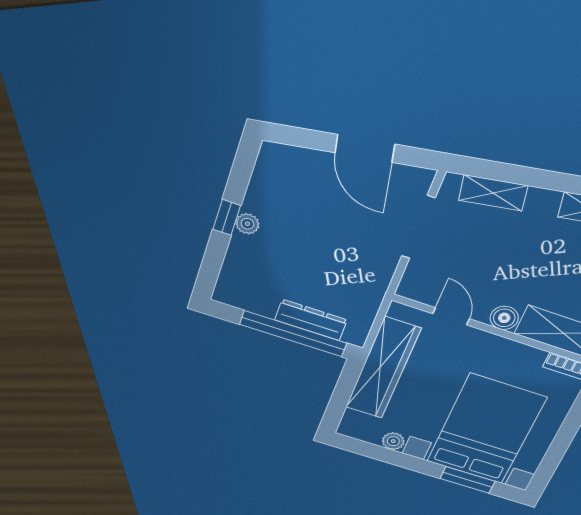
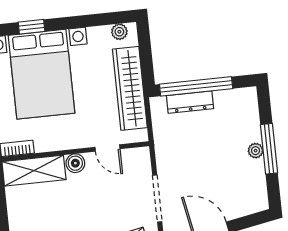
window: (227, 217) -> (269, 149), width x2.17
plant: (393, 441) -> (119, 32), moved
window: (468, 480) -> (32, 27), width x0.67

